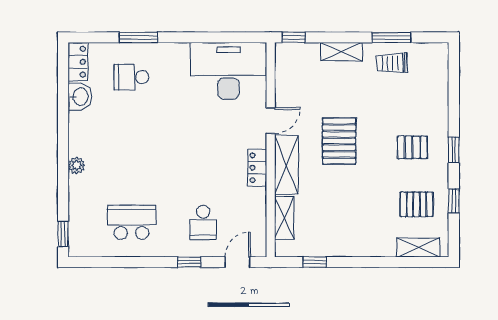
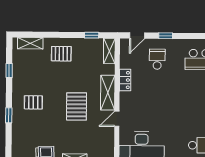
window: (454, 150) -> (9, 115), moved
locker: (257, 168) -> (125, 80), moved
pallet: (417, 204) -> (61, 54), moved
shelving: (284, 218) -> (109, 51), moved

